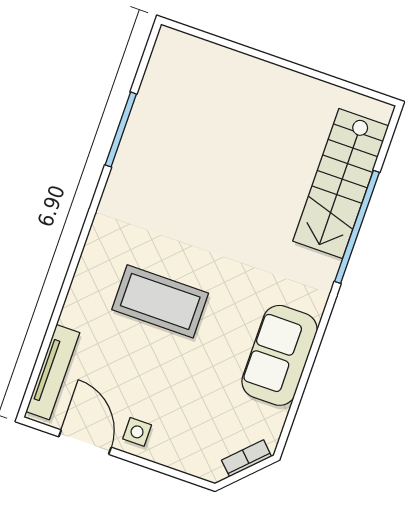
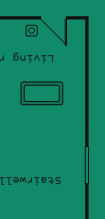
tv unit: (53, 372) -> (79, 44), removed

